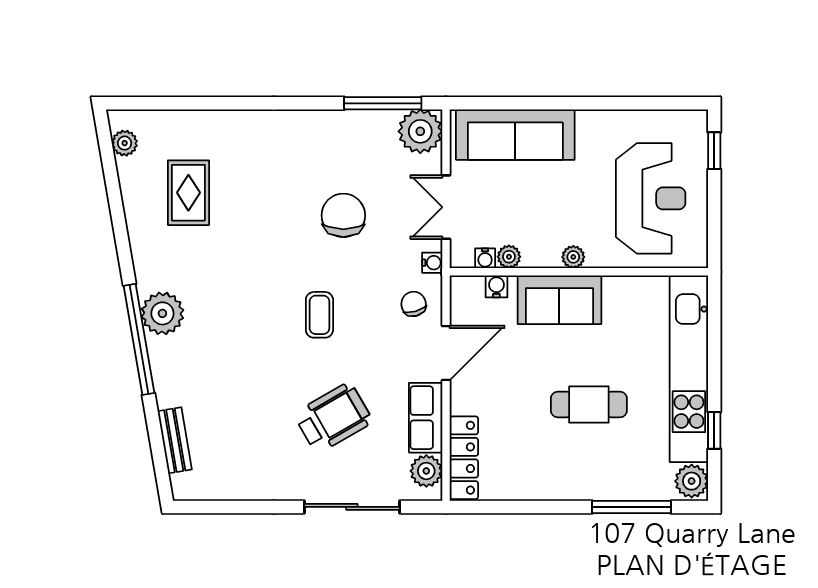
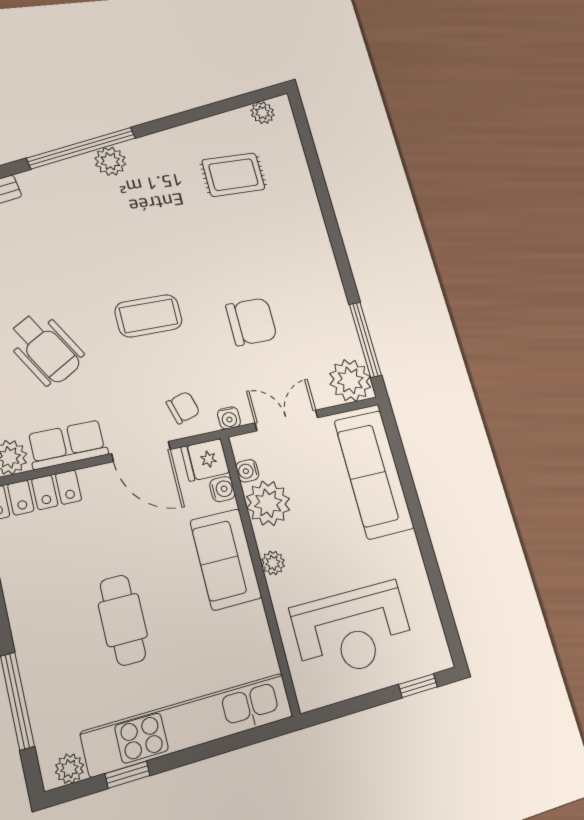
plant: (509, 257) -> (268, 503), width x1.88, depth x1.88
fridge: (466, 295) -> (205, 460), added
plant: (162, 313) -> (110, 161), width x0.73, depth x0.73
coffee table: (319, 315) -> (149, 316), width x1.36, depth x1.30
plant: (692, 481) -> (69, 769), width x0.73, depth x0.73

